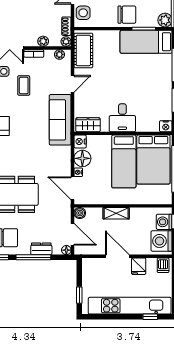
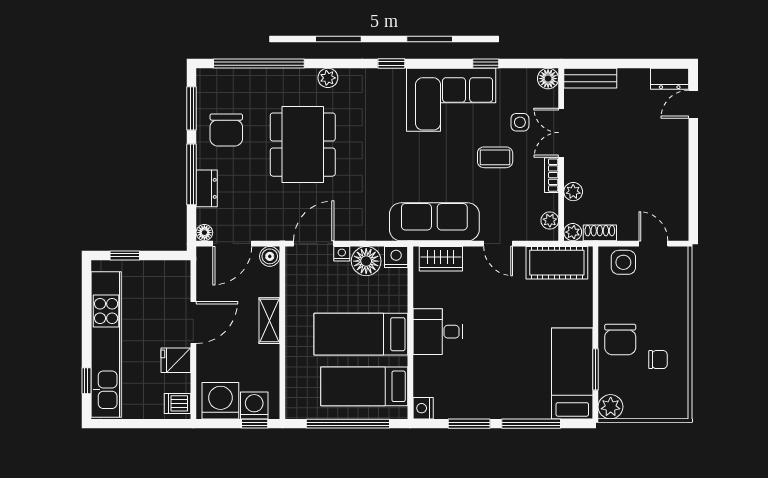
wardrobe: (88, 125) -> (441, 259), moved, turned 90
bed: (153, 159) -> (364, 386), width x0.67

